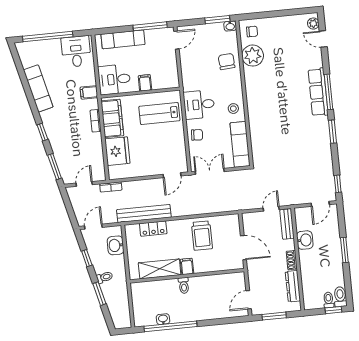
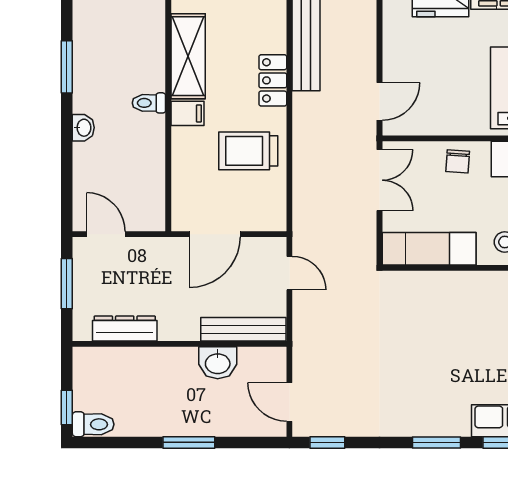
door: (172, 175) -> (379, 101), swing flipped
door: (271, 209) -> (289, 273), moved
bench: (287, 224) -> (243, 329), width x1.36
locker: (153, 229) -> (273, 80), moved
shoe rack: (292, 260) -> (179, 332), removed
toilet: (329, 300) -> (89, 399), removed
washbasin: (163, 319) -> (83, 128), moved
window: (170, 326) -> (67, 67), width x0.47

